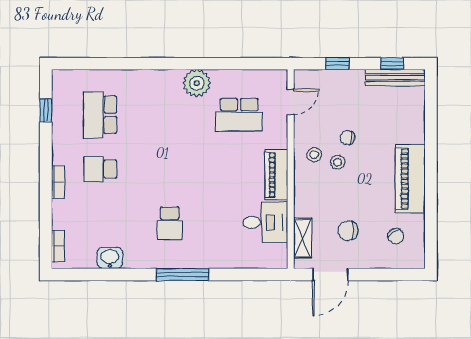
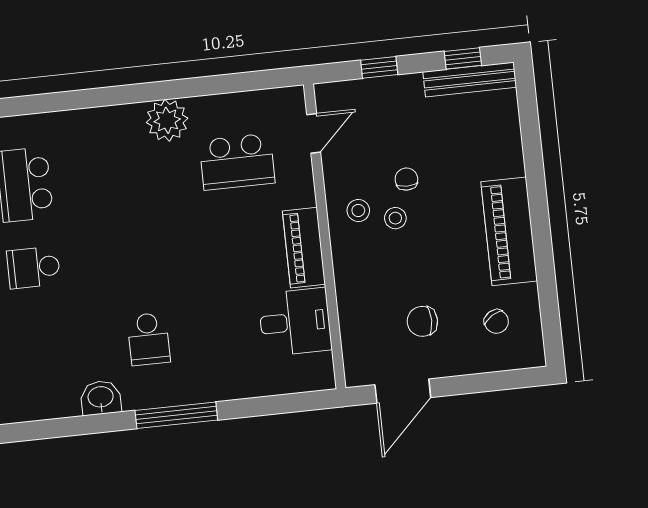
chair: (347, 138) -> (406, 179), turned 78
shelving: (303, 238) -> (354, 340), removed
washbasin: (110, 258) -> (101, 398), moved

